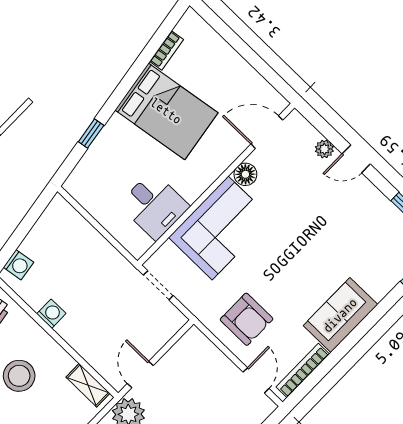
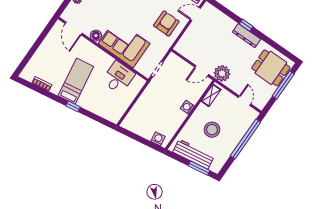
bed: (166, 111) -> (76, 81), width x0.67
window: (91, 134) -> (73, 106), moved
washing machine: (51, 314) -> (187, 107), moved

